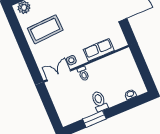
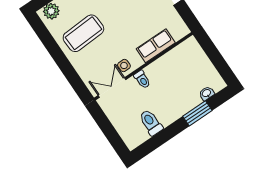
toilet: (99, 101) -> (151, 122), moved
window: (94, 119) -> (197, 113), moved

